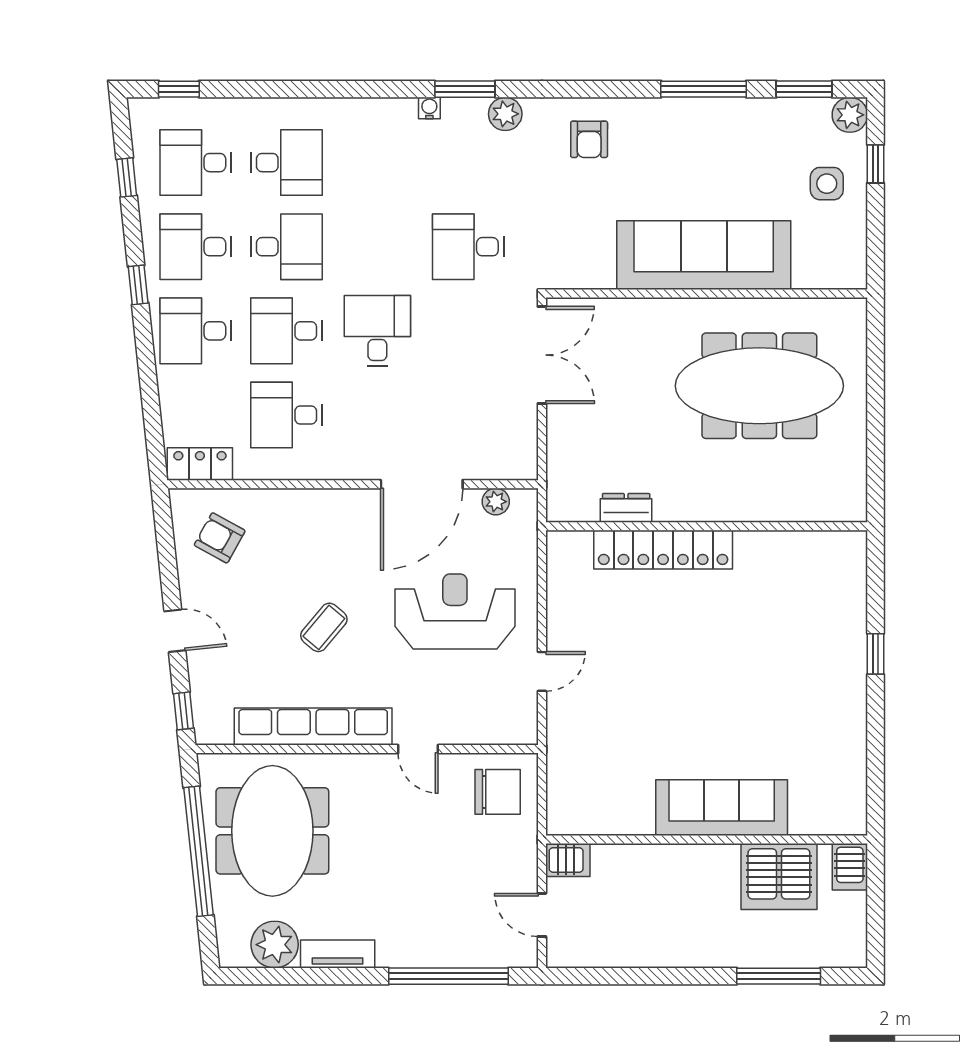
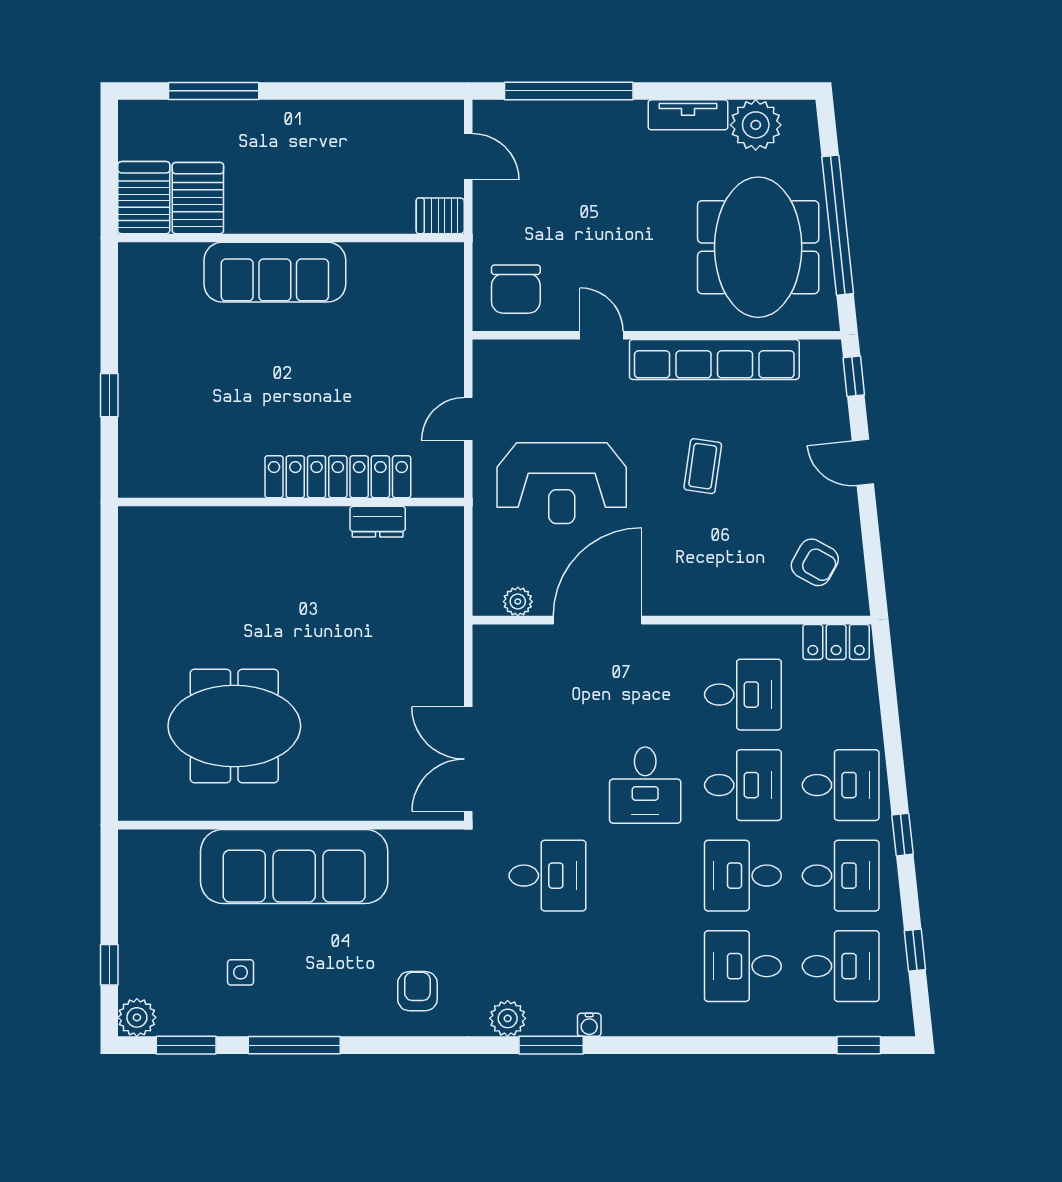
side table: (827, 184) -> (241, 972), moved, width x0.73, depth x0.73
meeting table: (759, 386) -> (234, 726), width x0.73
dresser: (626, 508) -> (378, 522), moved
wall: (707, 526) -> (291, 502), moved
locker: (663, 550) -> (338, 477), moved
coffee table: (324, 627) -> (703, 466), turned -32
window: (876, 654) -> (109, 395), moved
chair: (498, 792) -> (516, 289), turned -90
server rack: (850, 867) -> (144, 198), width x1.36, depth x1.44
server rack: (779, 877) -> (198, 198), width x0.62

